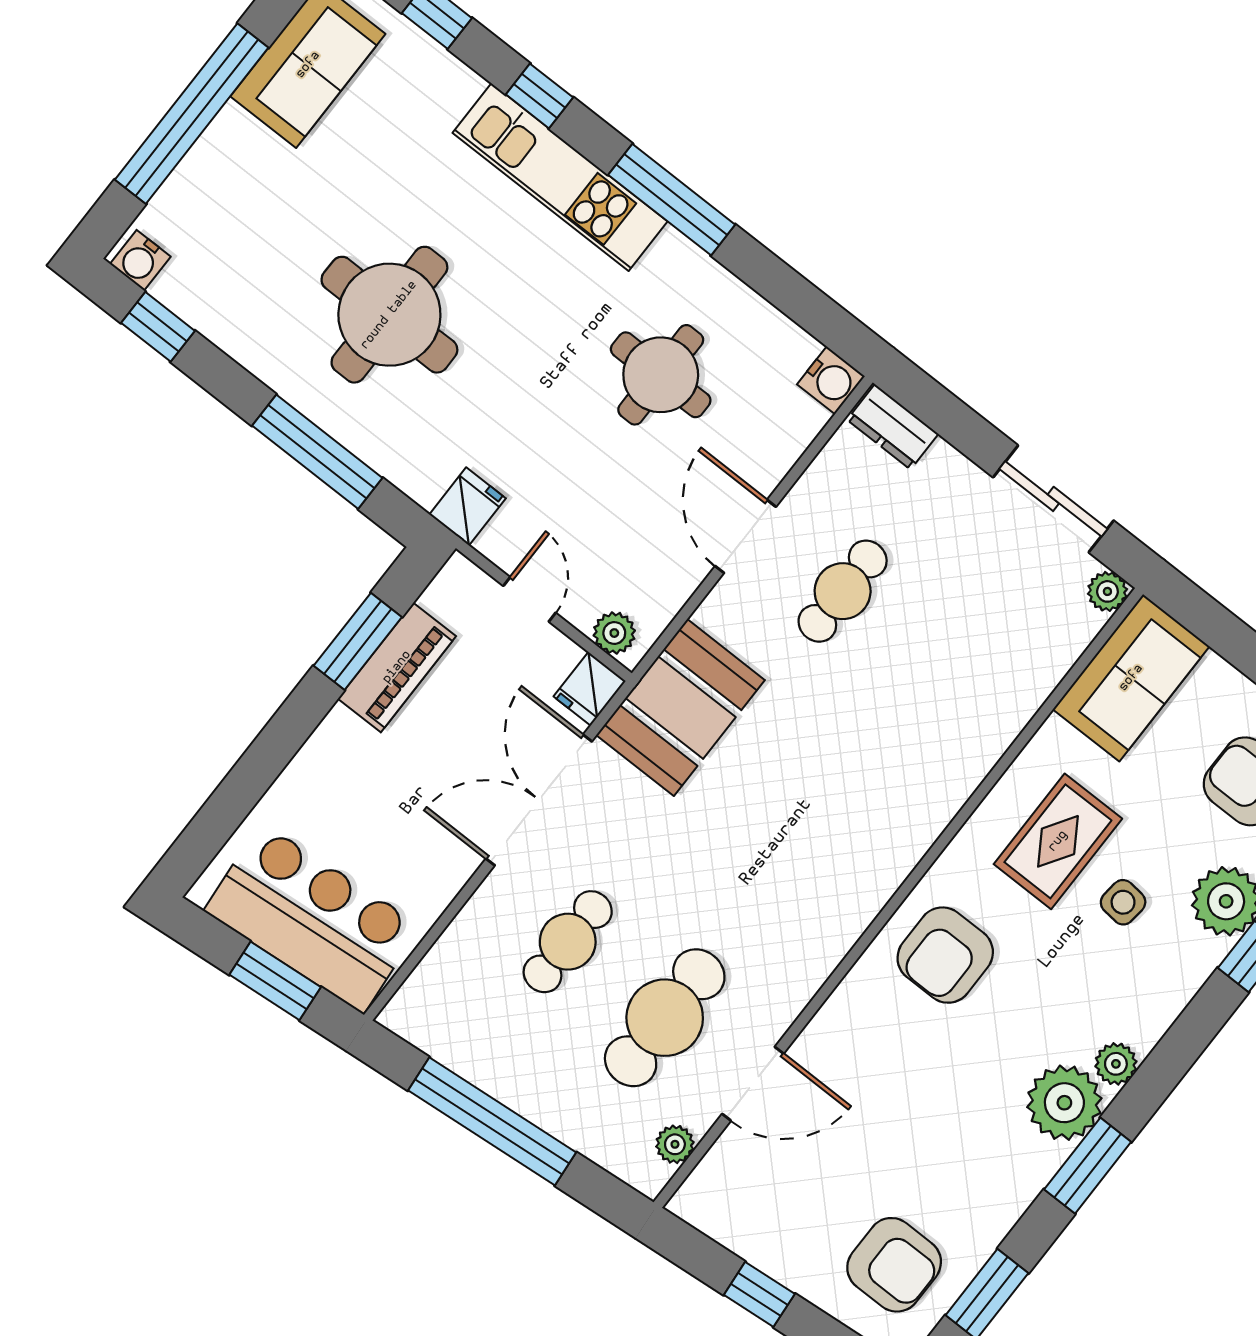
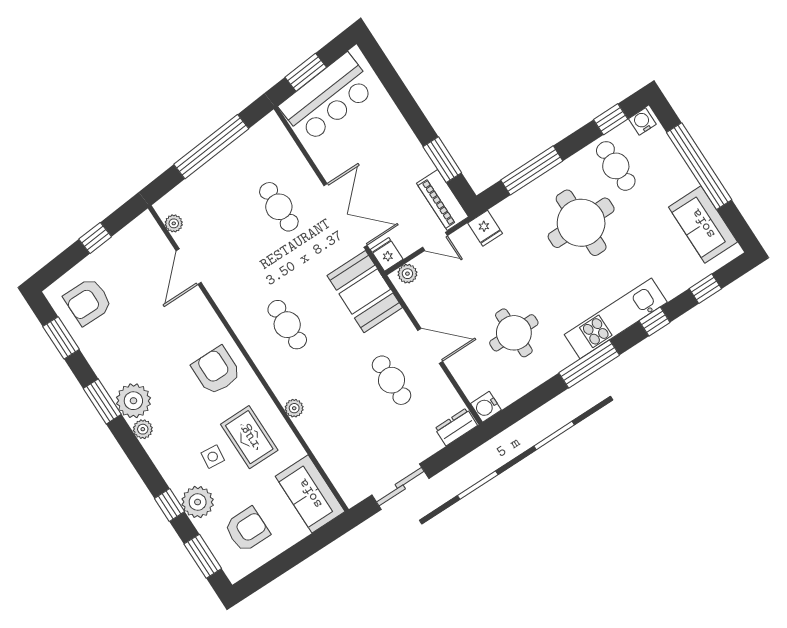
cafe table: (250, 284) -> (616, 166), added
plant: (1107, 591) -> (294, 408), moved
piano: (397, 667) -> (443, 200), moved
cafe table: (665, 1018) -> (287, 325), moved, width x0.73, depth x0.74

